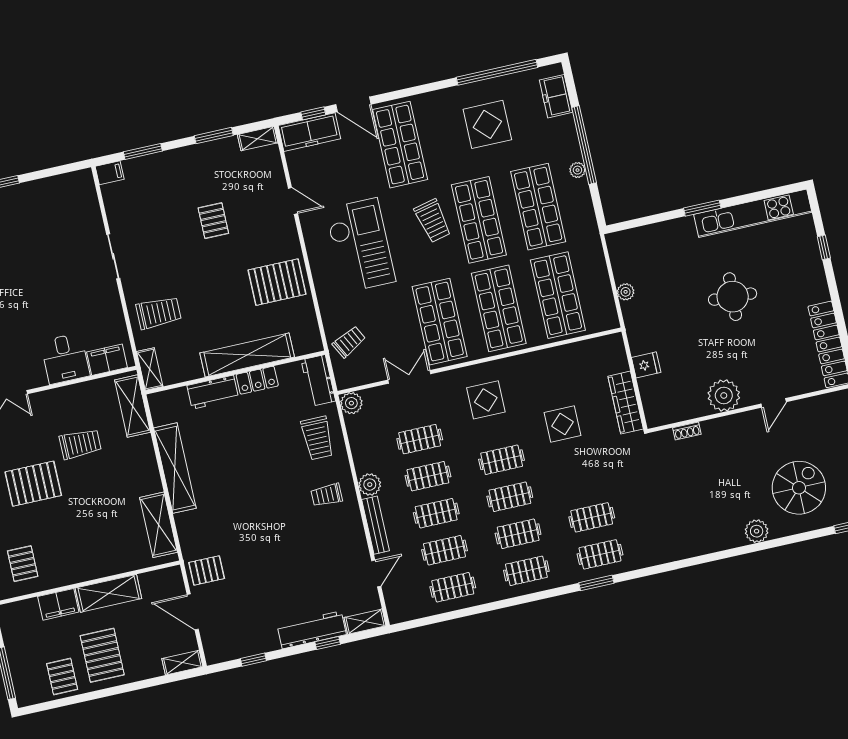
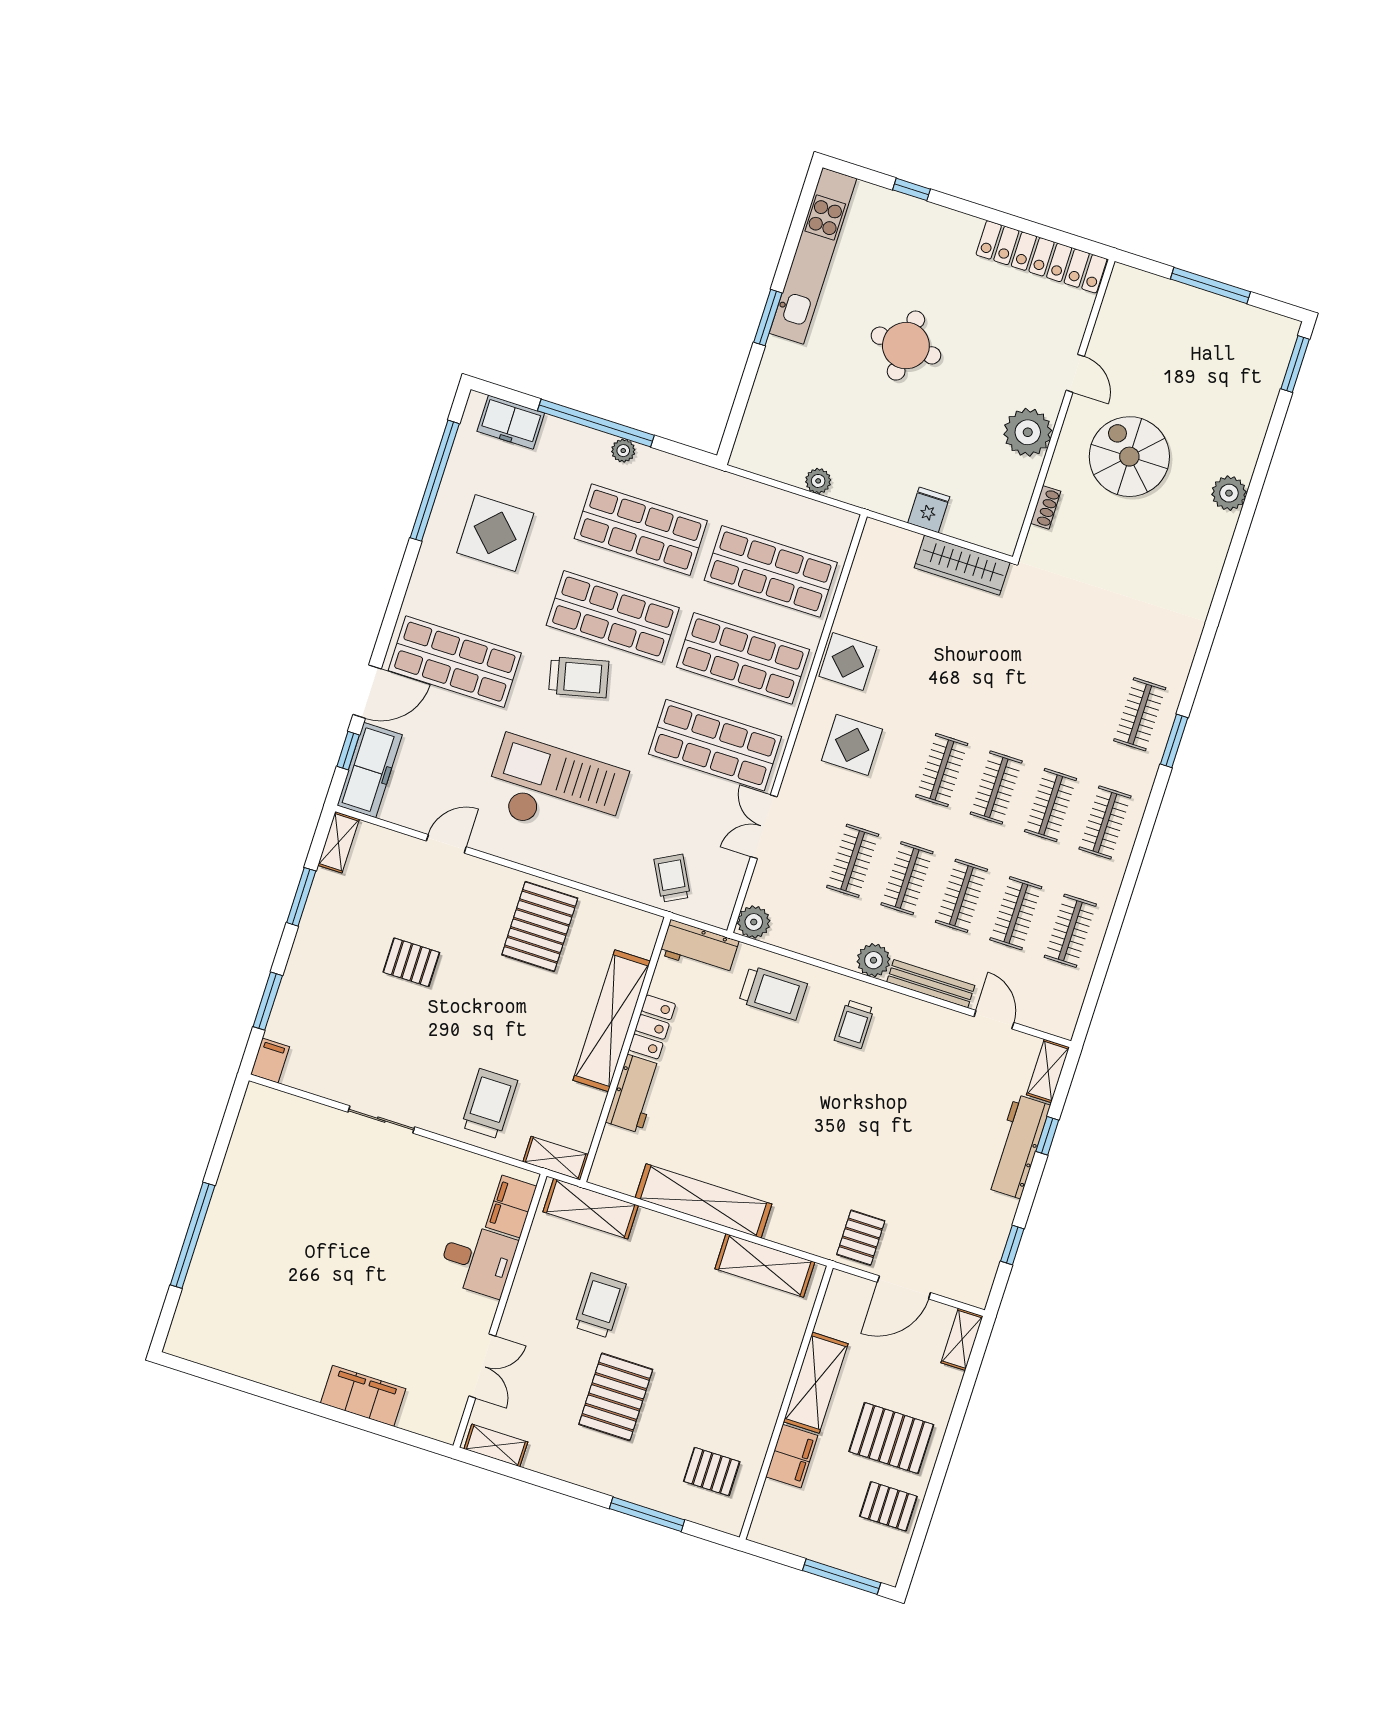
display table: (562, 424) -> (848, 661), moved
spiral stairs: (799, 488) -> (1129, 457), moved
clothes rail: (592, 517) -> (1085, 697), removed

